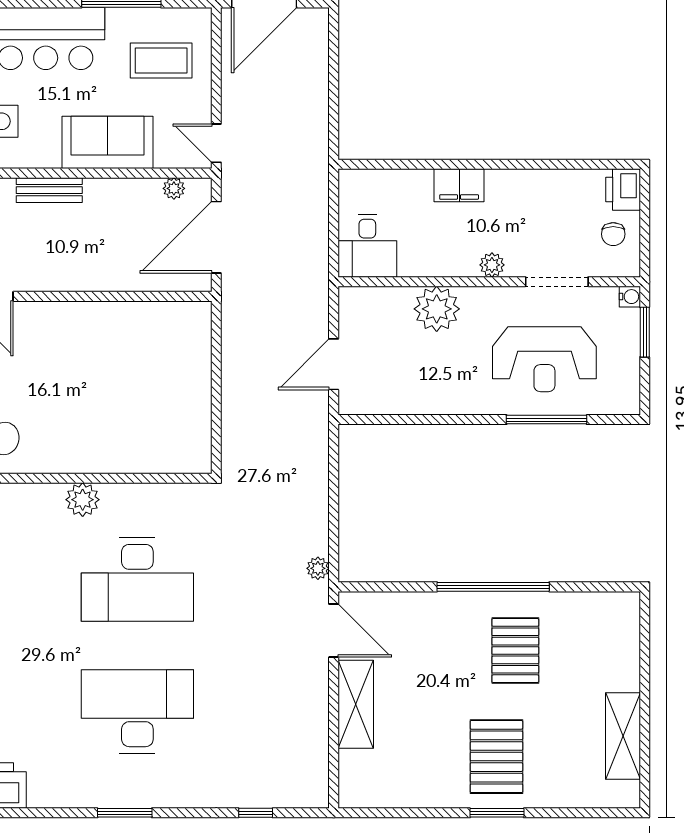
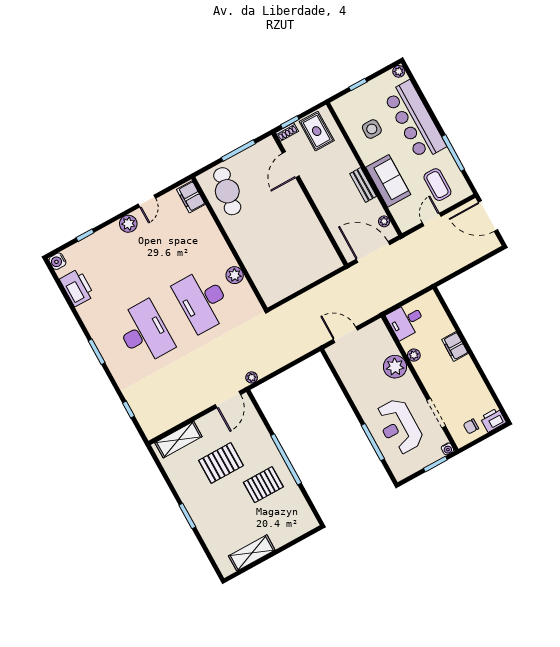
door: (216, 143) -> (432, 220), moved
bench: (49, 190) -> (363, 185), moved
plant: (492, 265) -> (414, 355), moved
plant: (83, 500) -> (235, 275), moved
shelving: (356, 704) -> (178, 440), moved
pallet: (496, 757) -> (221, 463), moved

